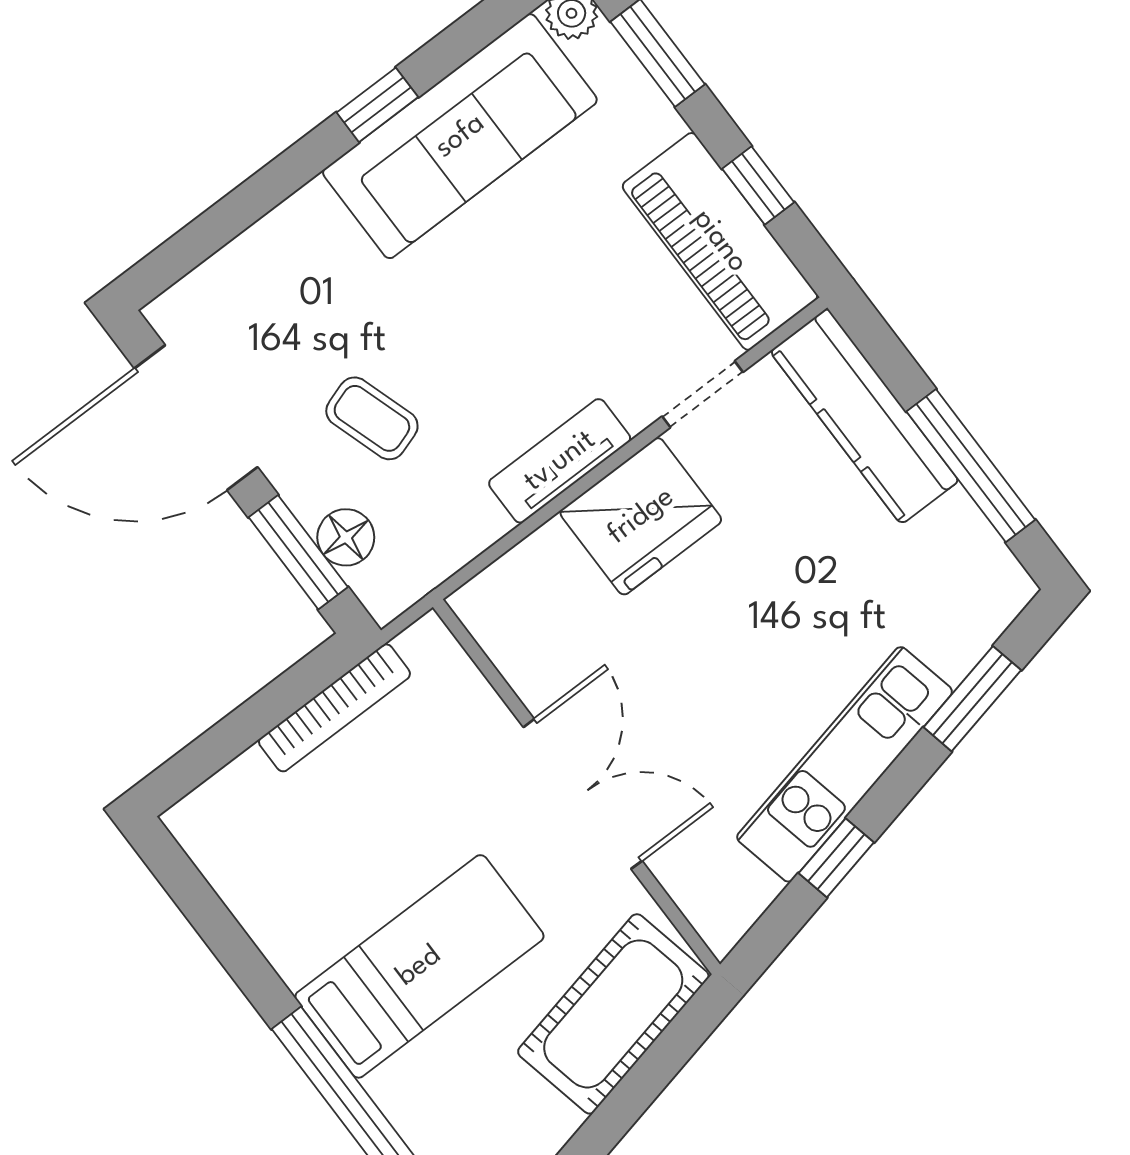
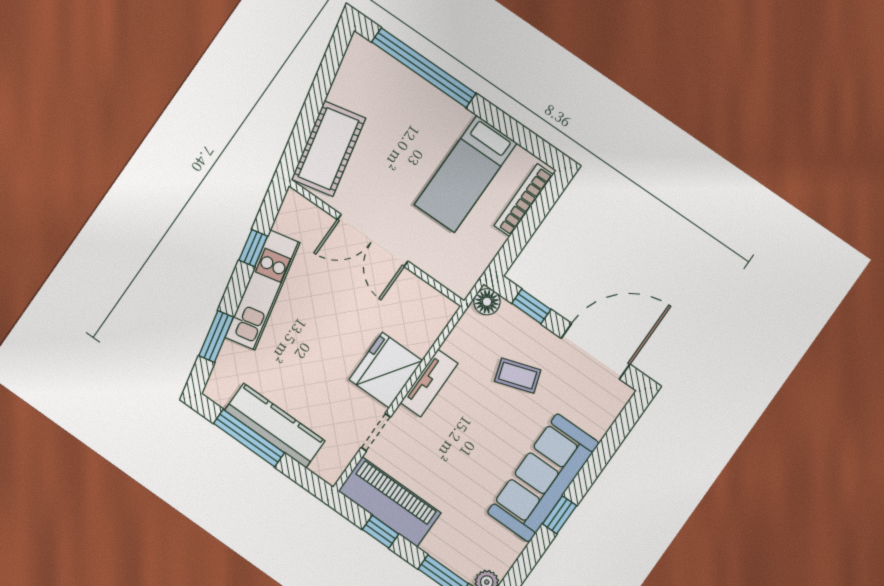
sofa: (460, 136) -> (543, 478), moved
kitchen counter: (864, 416) -> (275, 426), moved
floor lamp: (346, 537) -> (487, 302), moved
window: (298, 552) -> (531, 306), width x0.67
bookcase: (334, 708) -> (524, 200), moved
bed: (419, 966) -> (466, 174), moved

